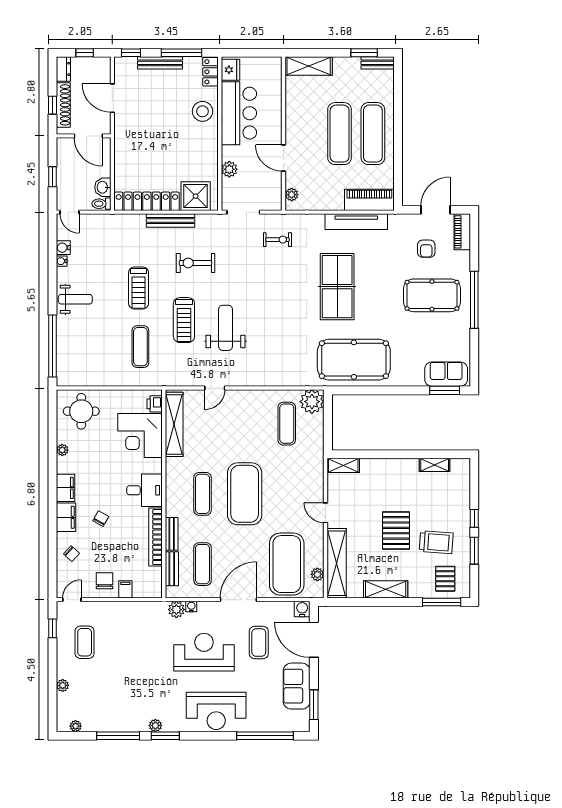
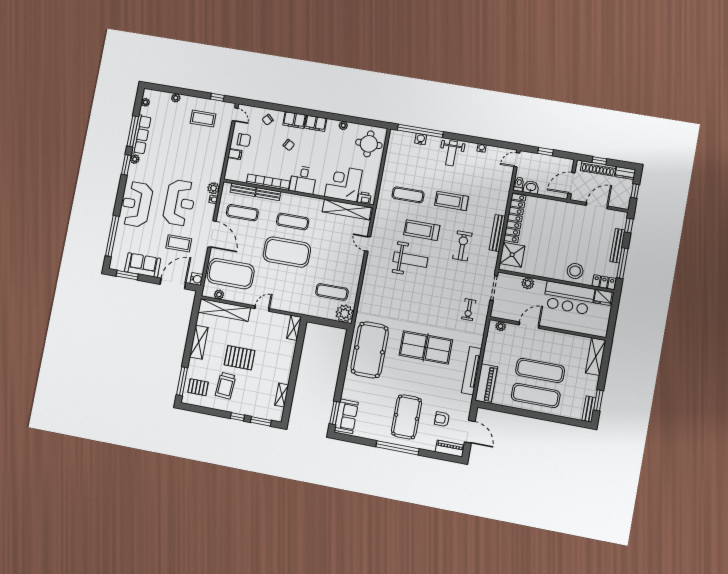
water cooler: (63, 248) -> (421, 139), moved
window: (474, 551) -> (261, 421), moved
row of seats: (121, 723) -> (141, 135), added

